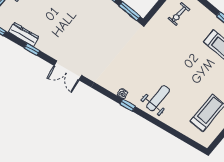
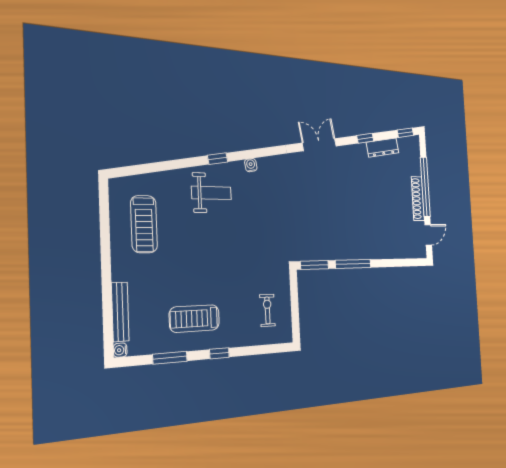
weight bench: (158, 98) -> (211, 193), turned -90
window: (128, 105) -> (218, 159), moved

